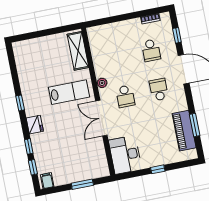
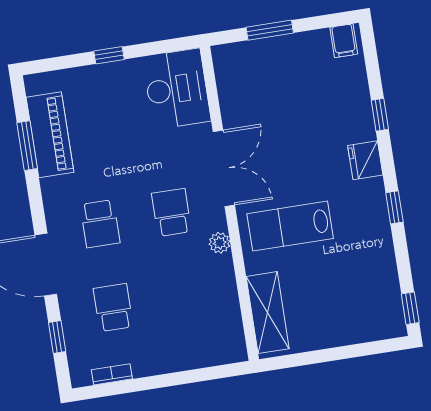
window: (33, 167) -> (410, 308), moved

